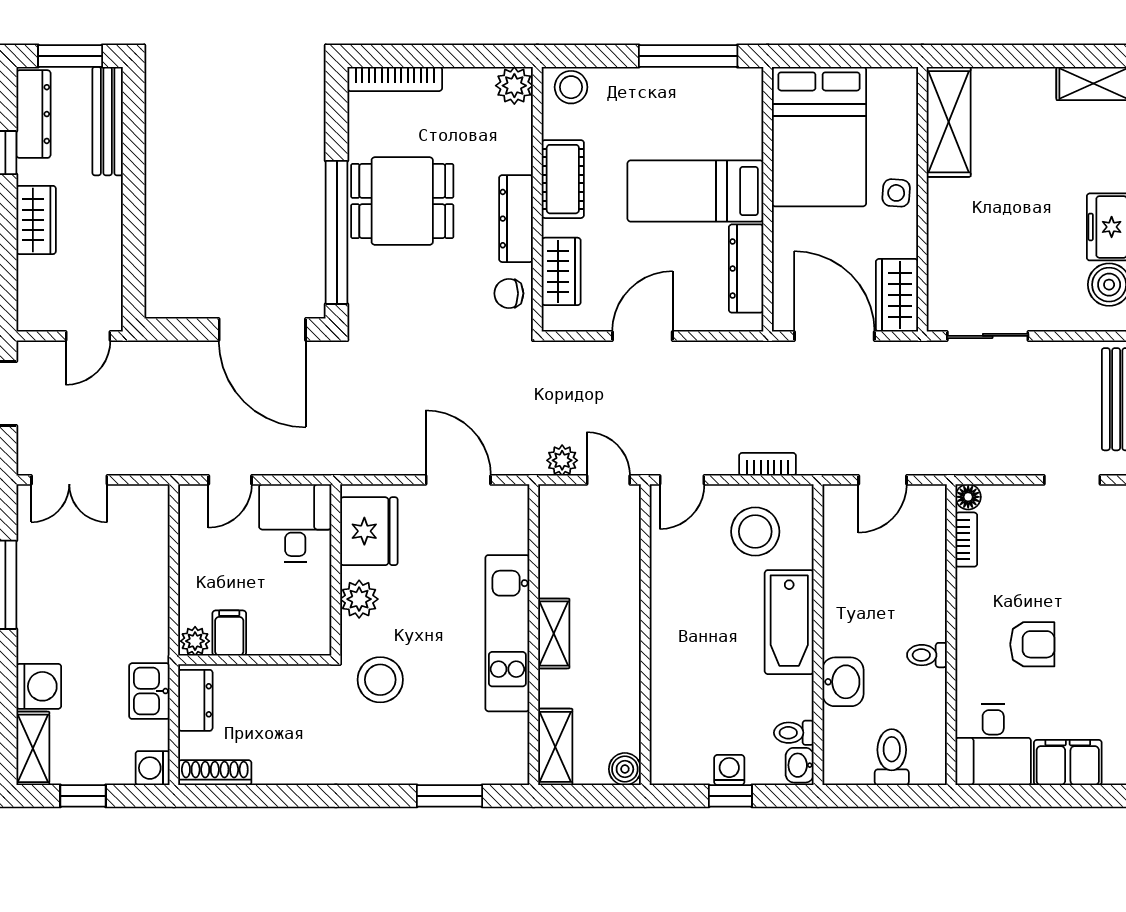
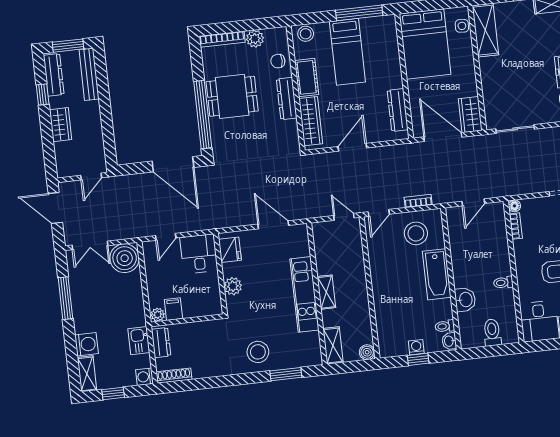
plant: (514, 86) -> (255, 39), moved
bed: (695, 191) -> (347, 52), moved, turned -90
side table: (896, 193) -> (462, 26), moved
wardrobe: (561, 271) -> (311, 121), width x1.50
chair: (509, 293) -> (278, 61), moved
plant: (562, 460) -> (321, 210), removed
boiler: (139, 515) -> (125, 258), added
fridge: (369, 531) -> (230, 250), width x0.73, depth x0.75
stool: (380, 680) -> (258, 352), moved

